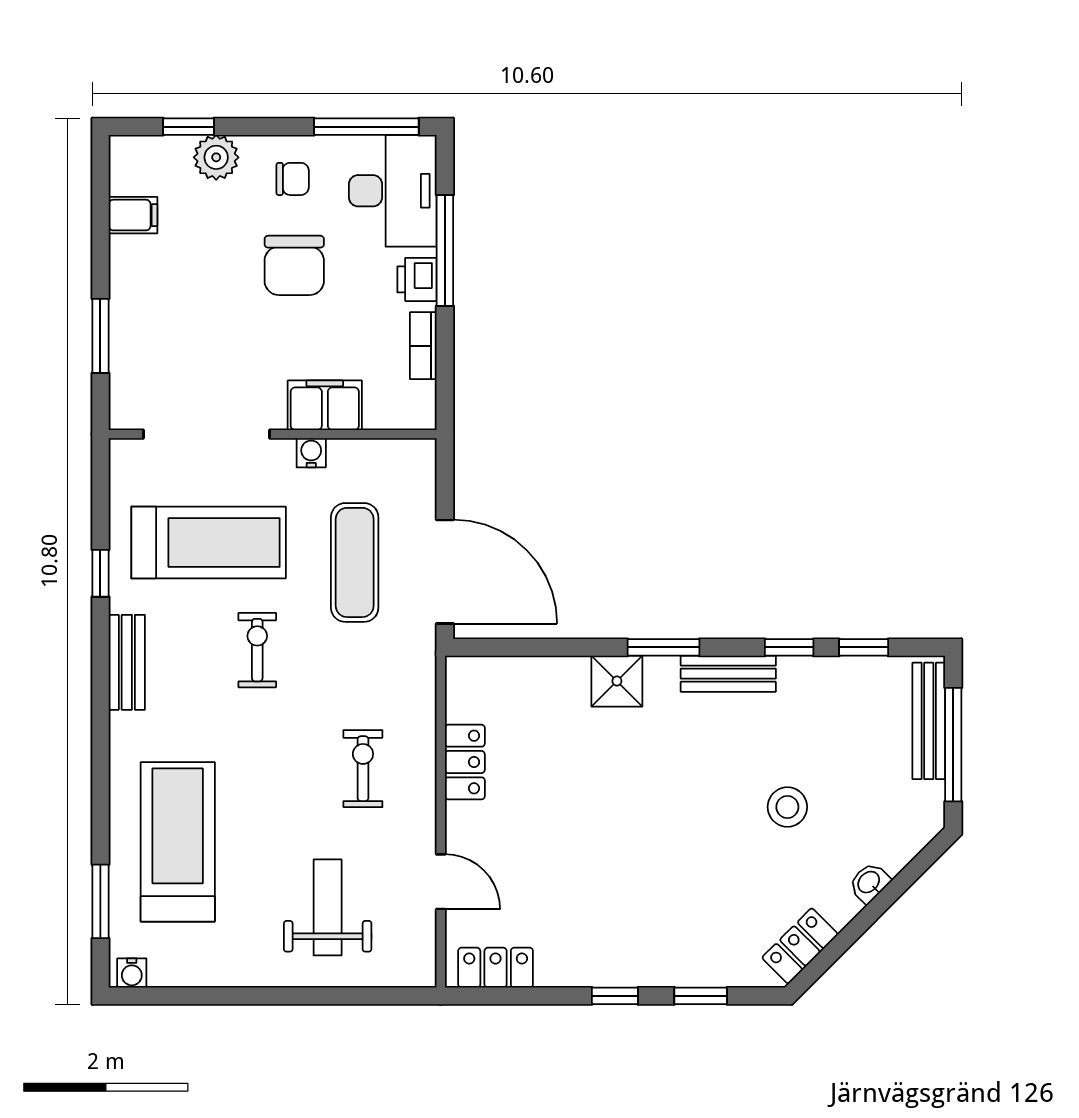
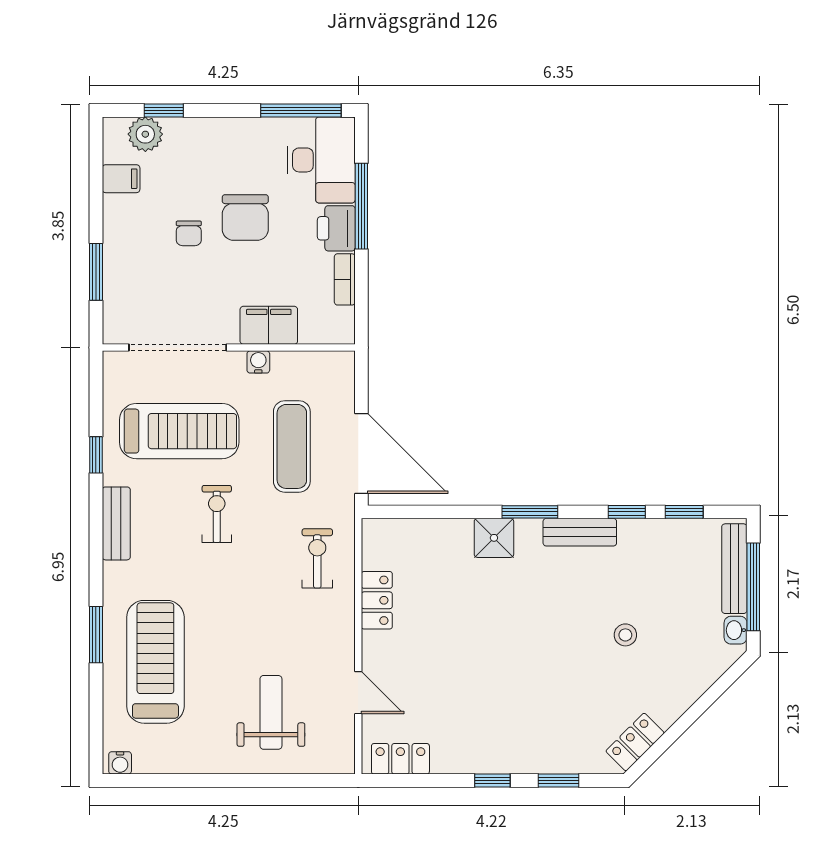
plant: (216, 157) -> (145, 134), moved
chair: (293, 179) -> (189, 233), moved, turned 90
printer: (417, 279) -> (336, 228), width x1.36, depth x1.24
exercise bike: (363, 769) -> (317, 558), moved
stool: (787, 807) -> (625, 635), width x0.73, depth x0.73
washbasin: (869, 883) -> (736, 630), moved, turned -45
window: (100, 901) -> (96, 635), moved

